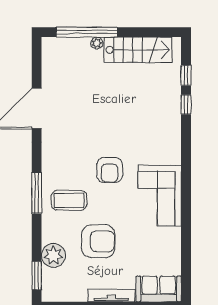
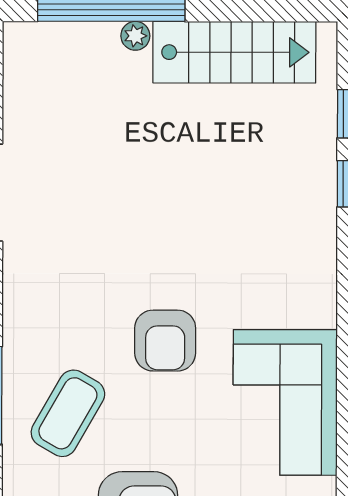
coffee table: (69, 200) -> (68, 413), turned -60

